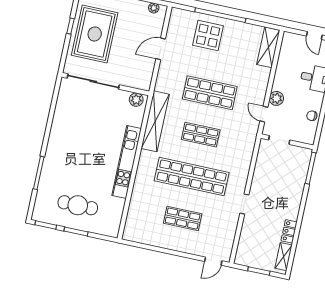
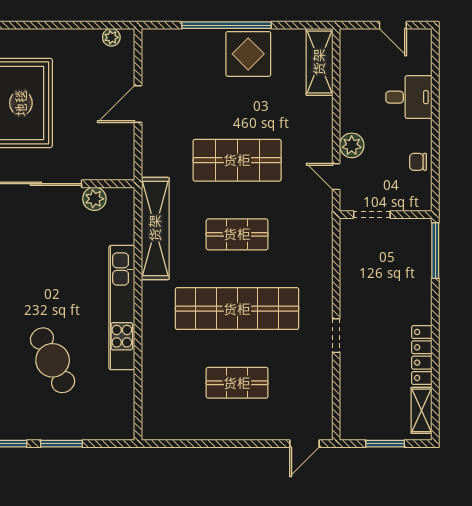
display table: (208, 36) -> (248, 54), moved
plant: (136, 100) -> (94, 199), moved
cafe table: (78, 205) -> (53, 360), moved, turned 64
locker: (289, 231) -> (422, 355), width x1.53

